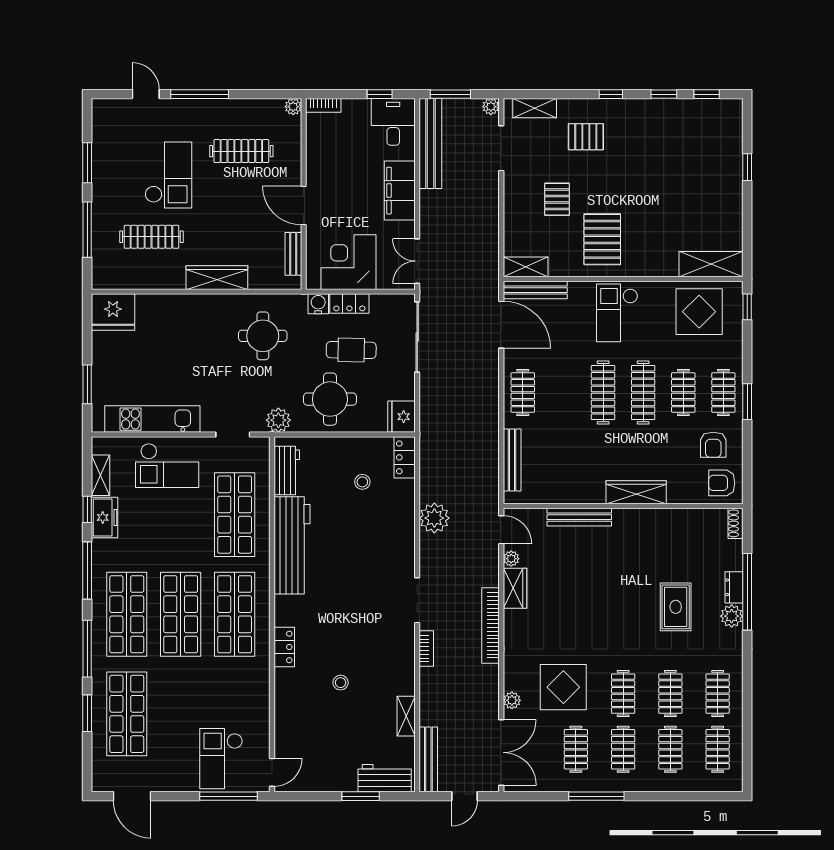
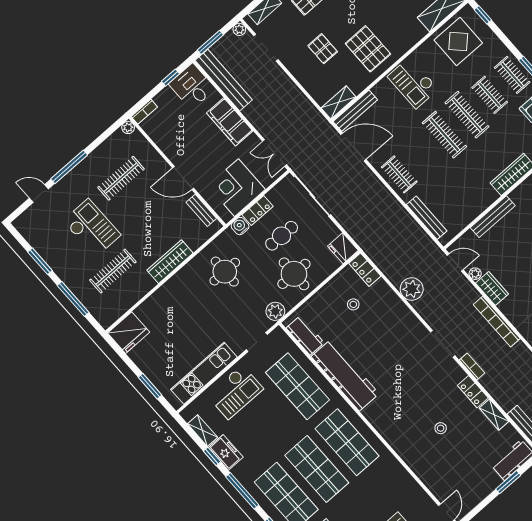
locker: (284, 647) -> (473, 392), moved, turned 180

